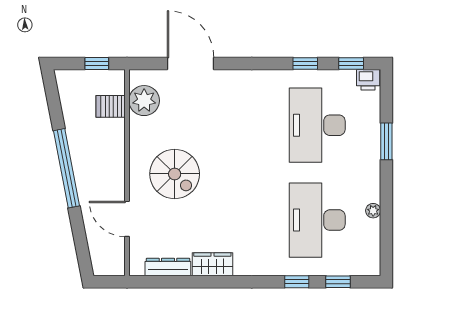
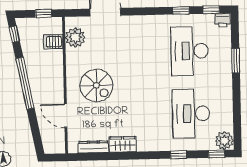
window: (52, 94) -> (14, 34), added
plant: (373, 211) -> (224, 141), moved, width x1.87, depth x1.87
window: (338, 282) -> (217, 154), moved

